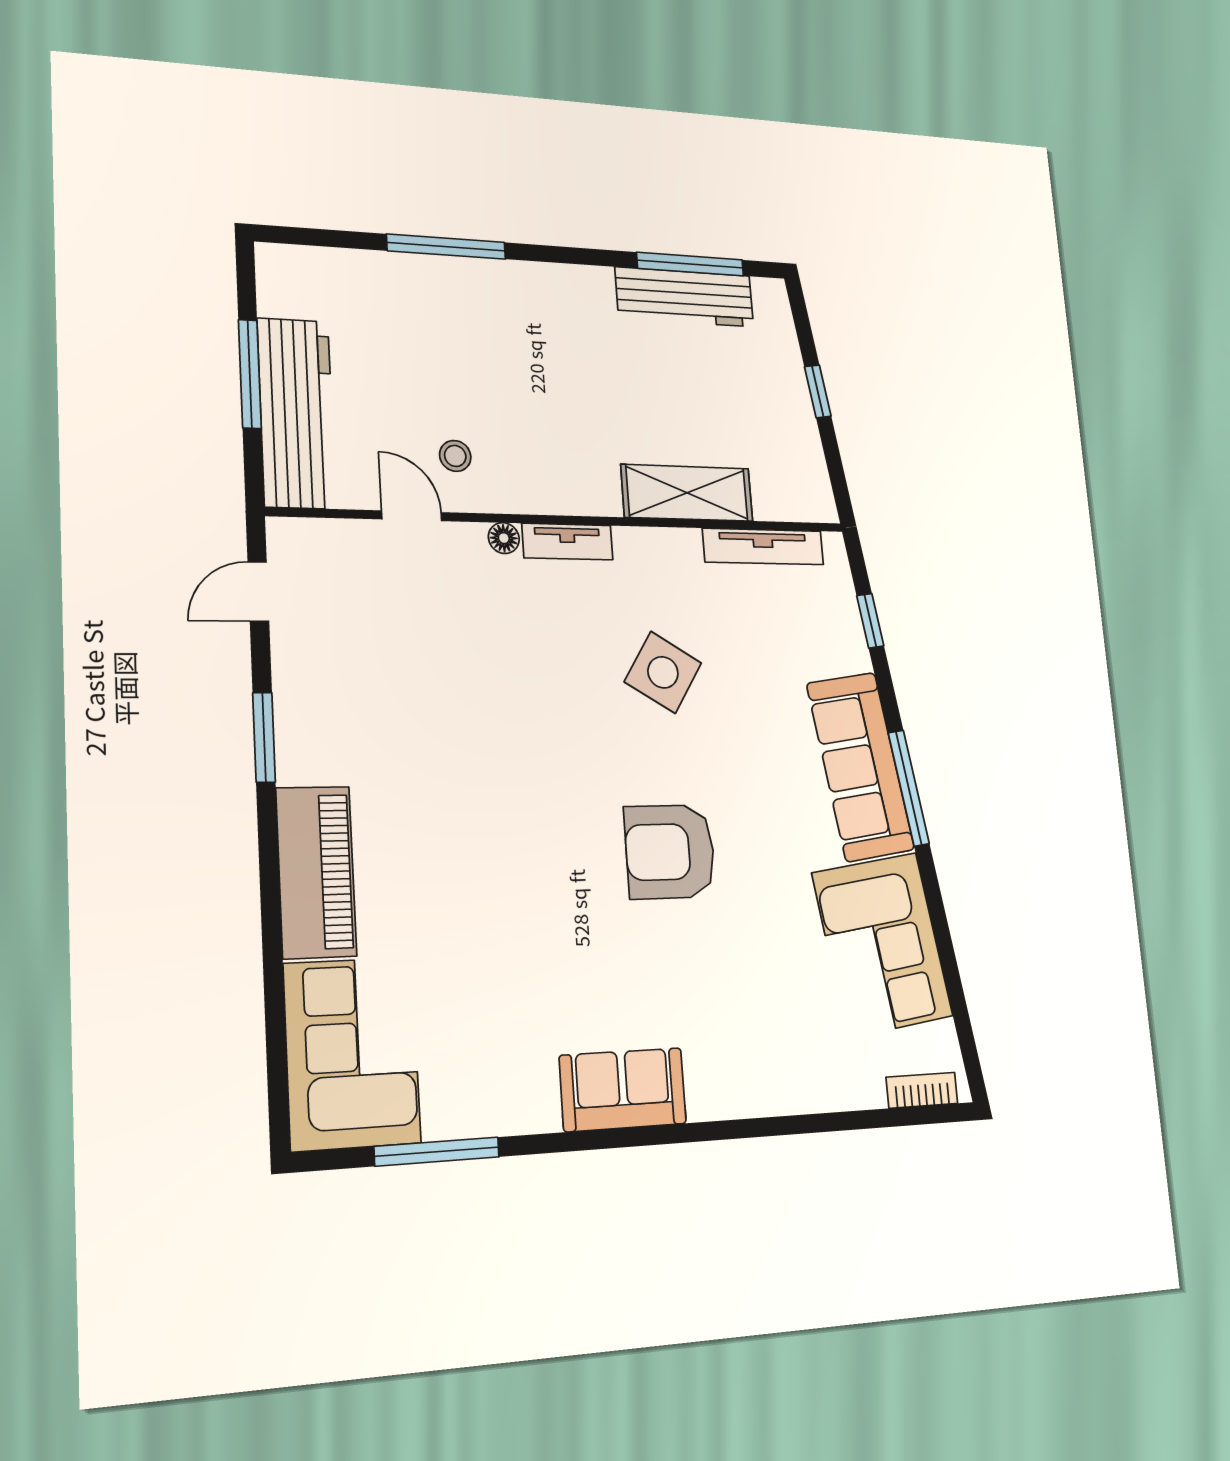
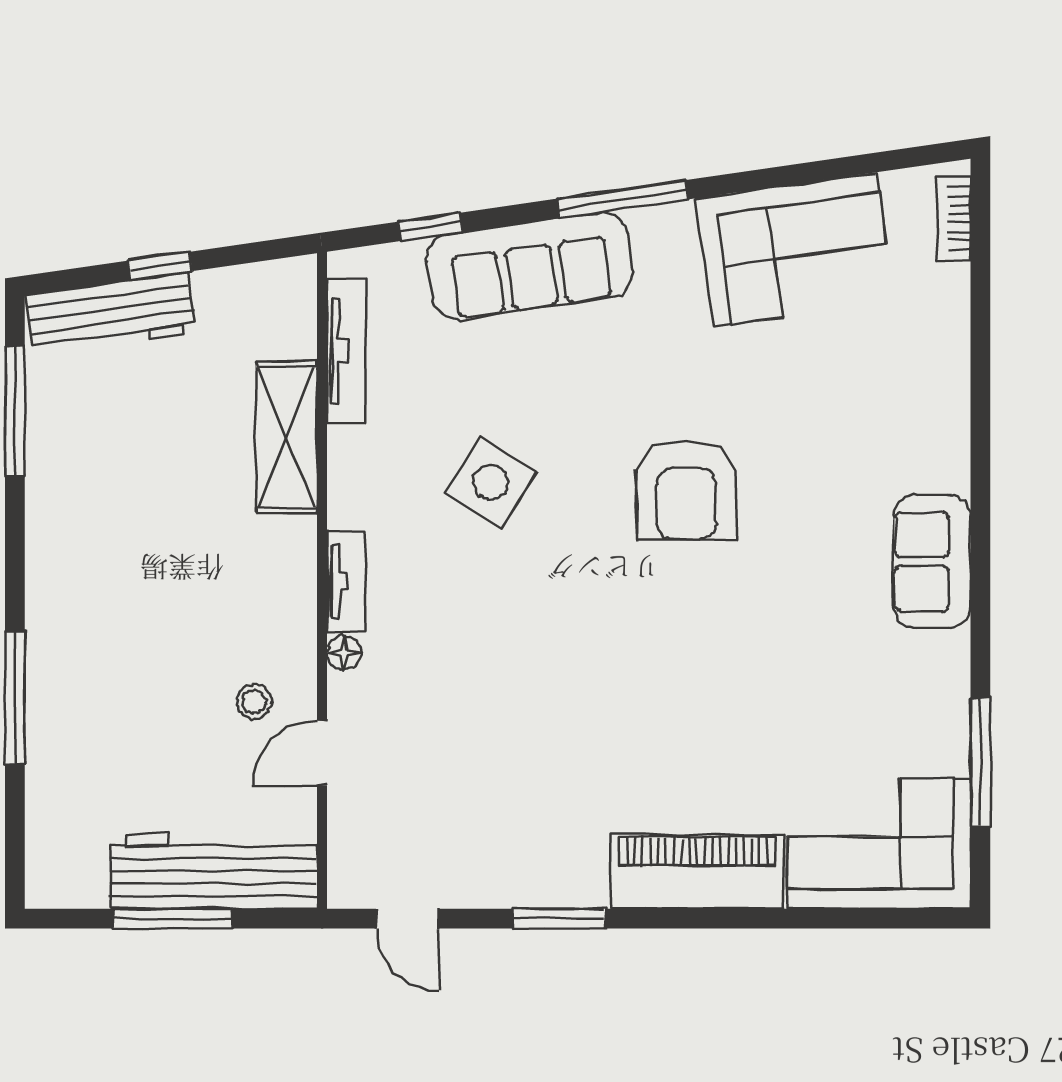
workbench: (685, 297) -> (111, 314), moved, turned 82
sofa: (860, 766) -> (530, 266), moved

